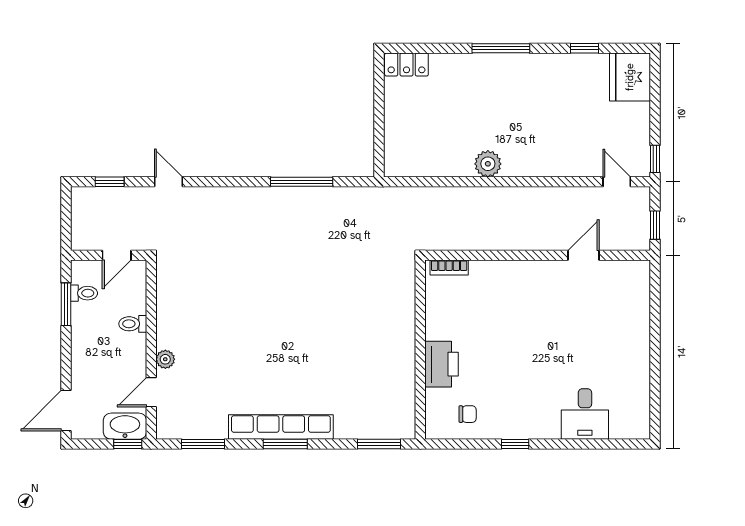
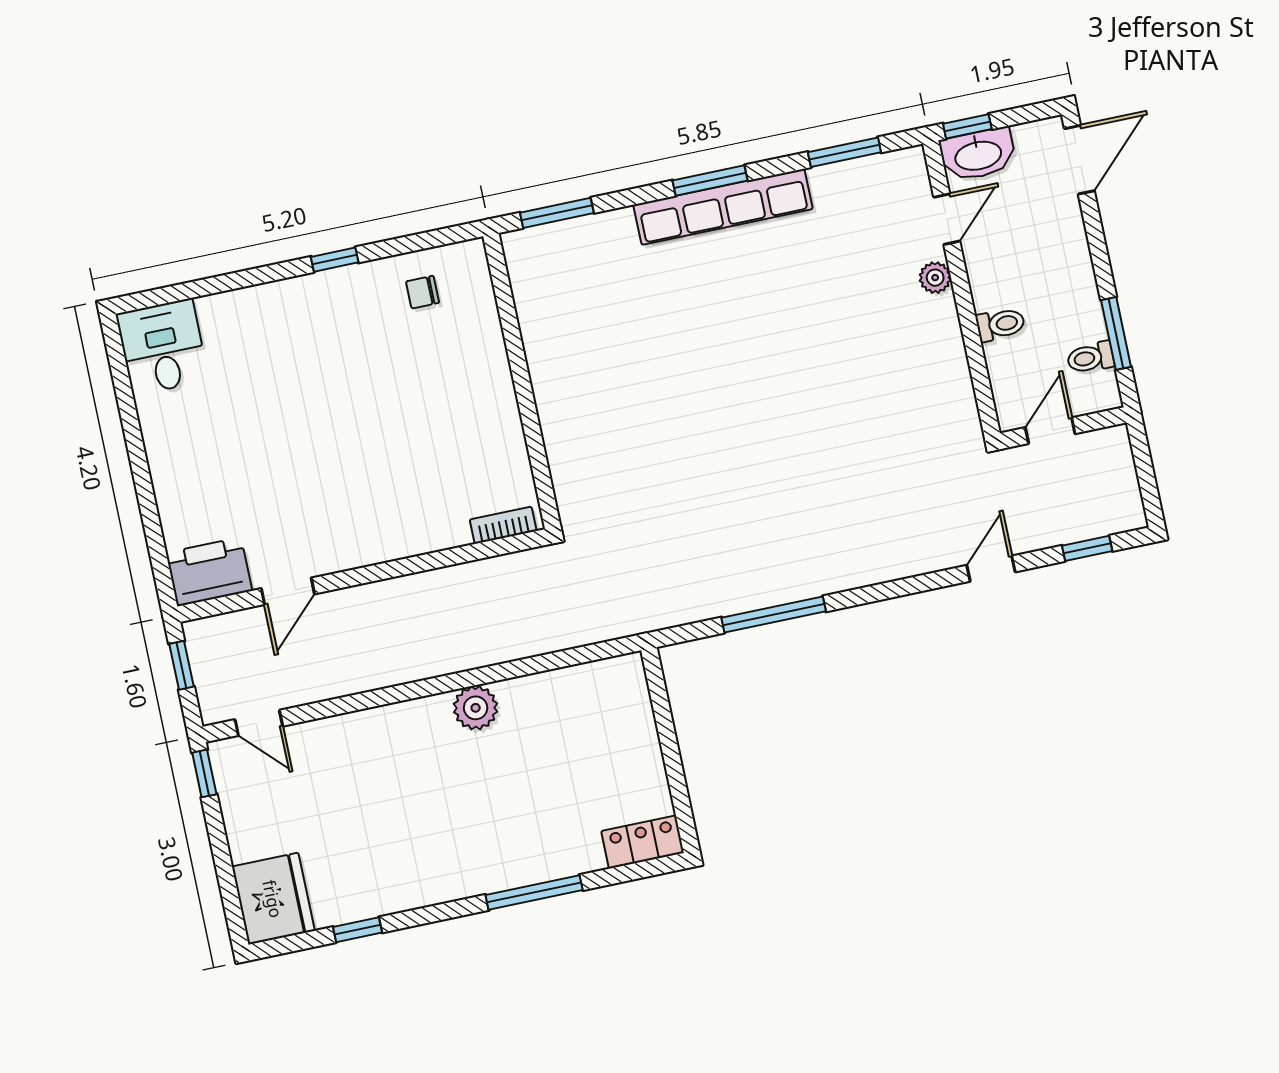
window: (501, 48) -> (534, 893), moved
door: (168, 182) -> (991, 569), swing flipped
printer: (441, 364) -> (209, 572), moved, turned 90
desk: (585, 414) -> (162, 347), moved

